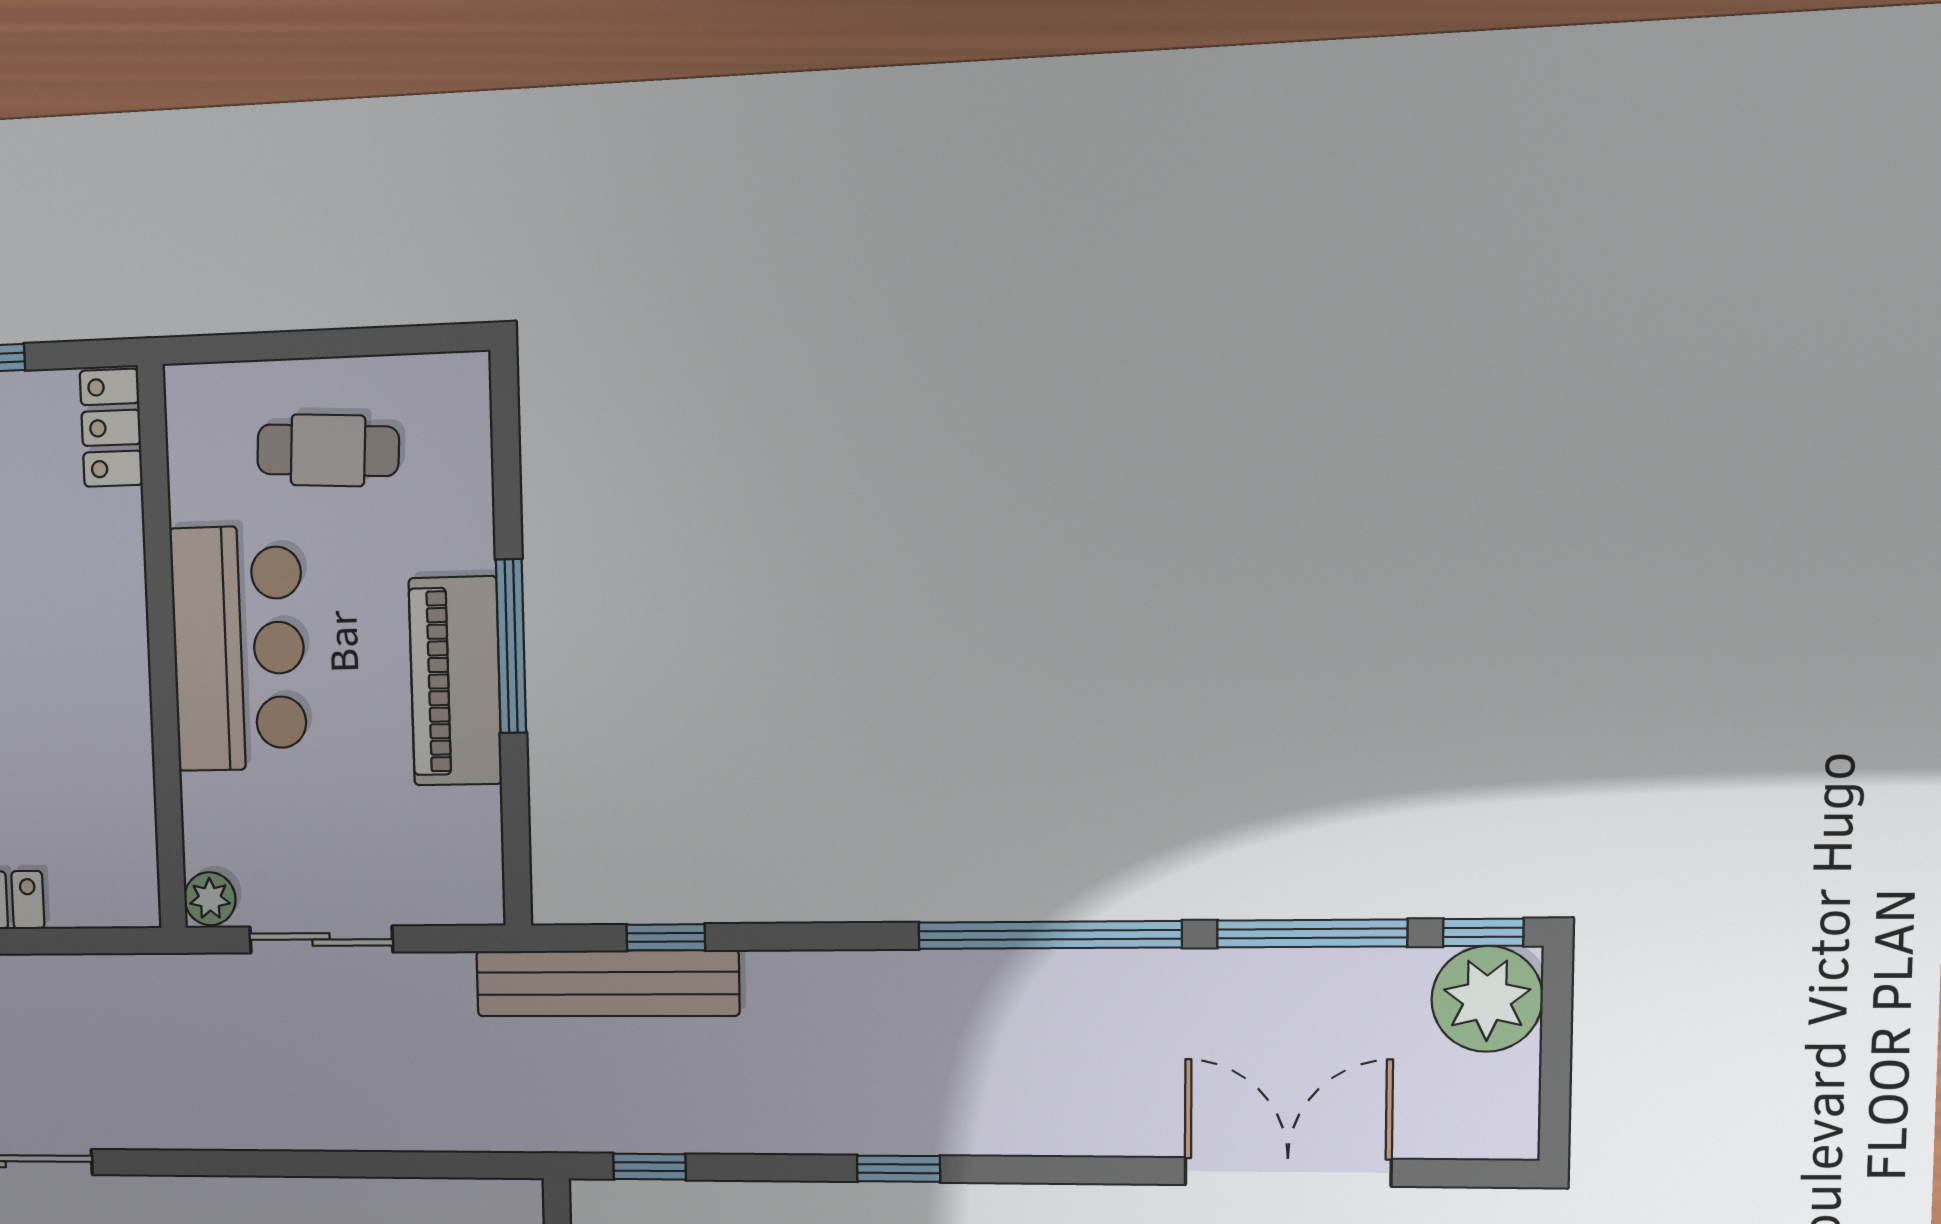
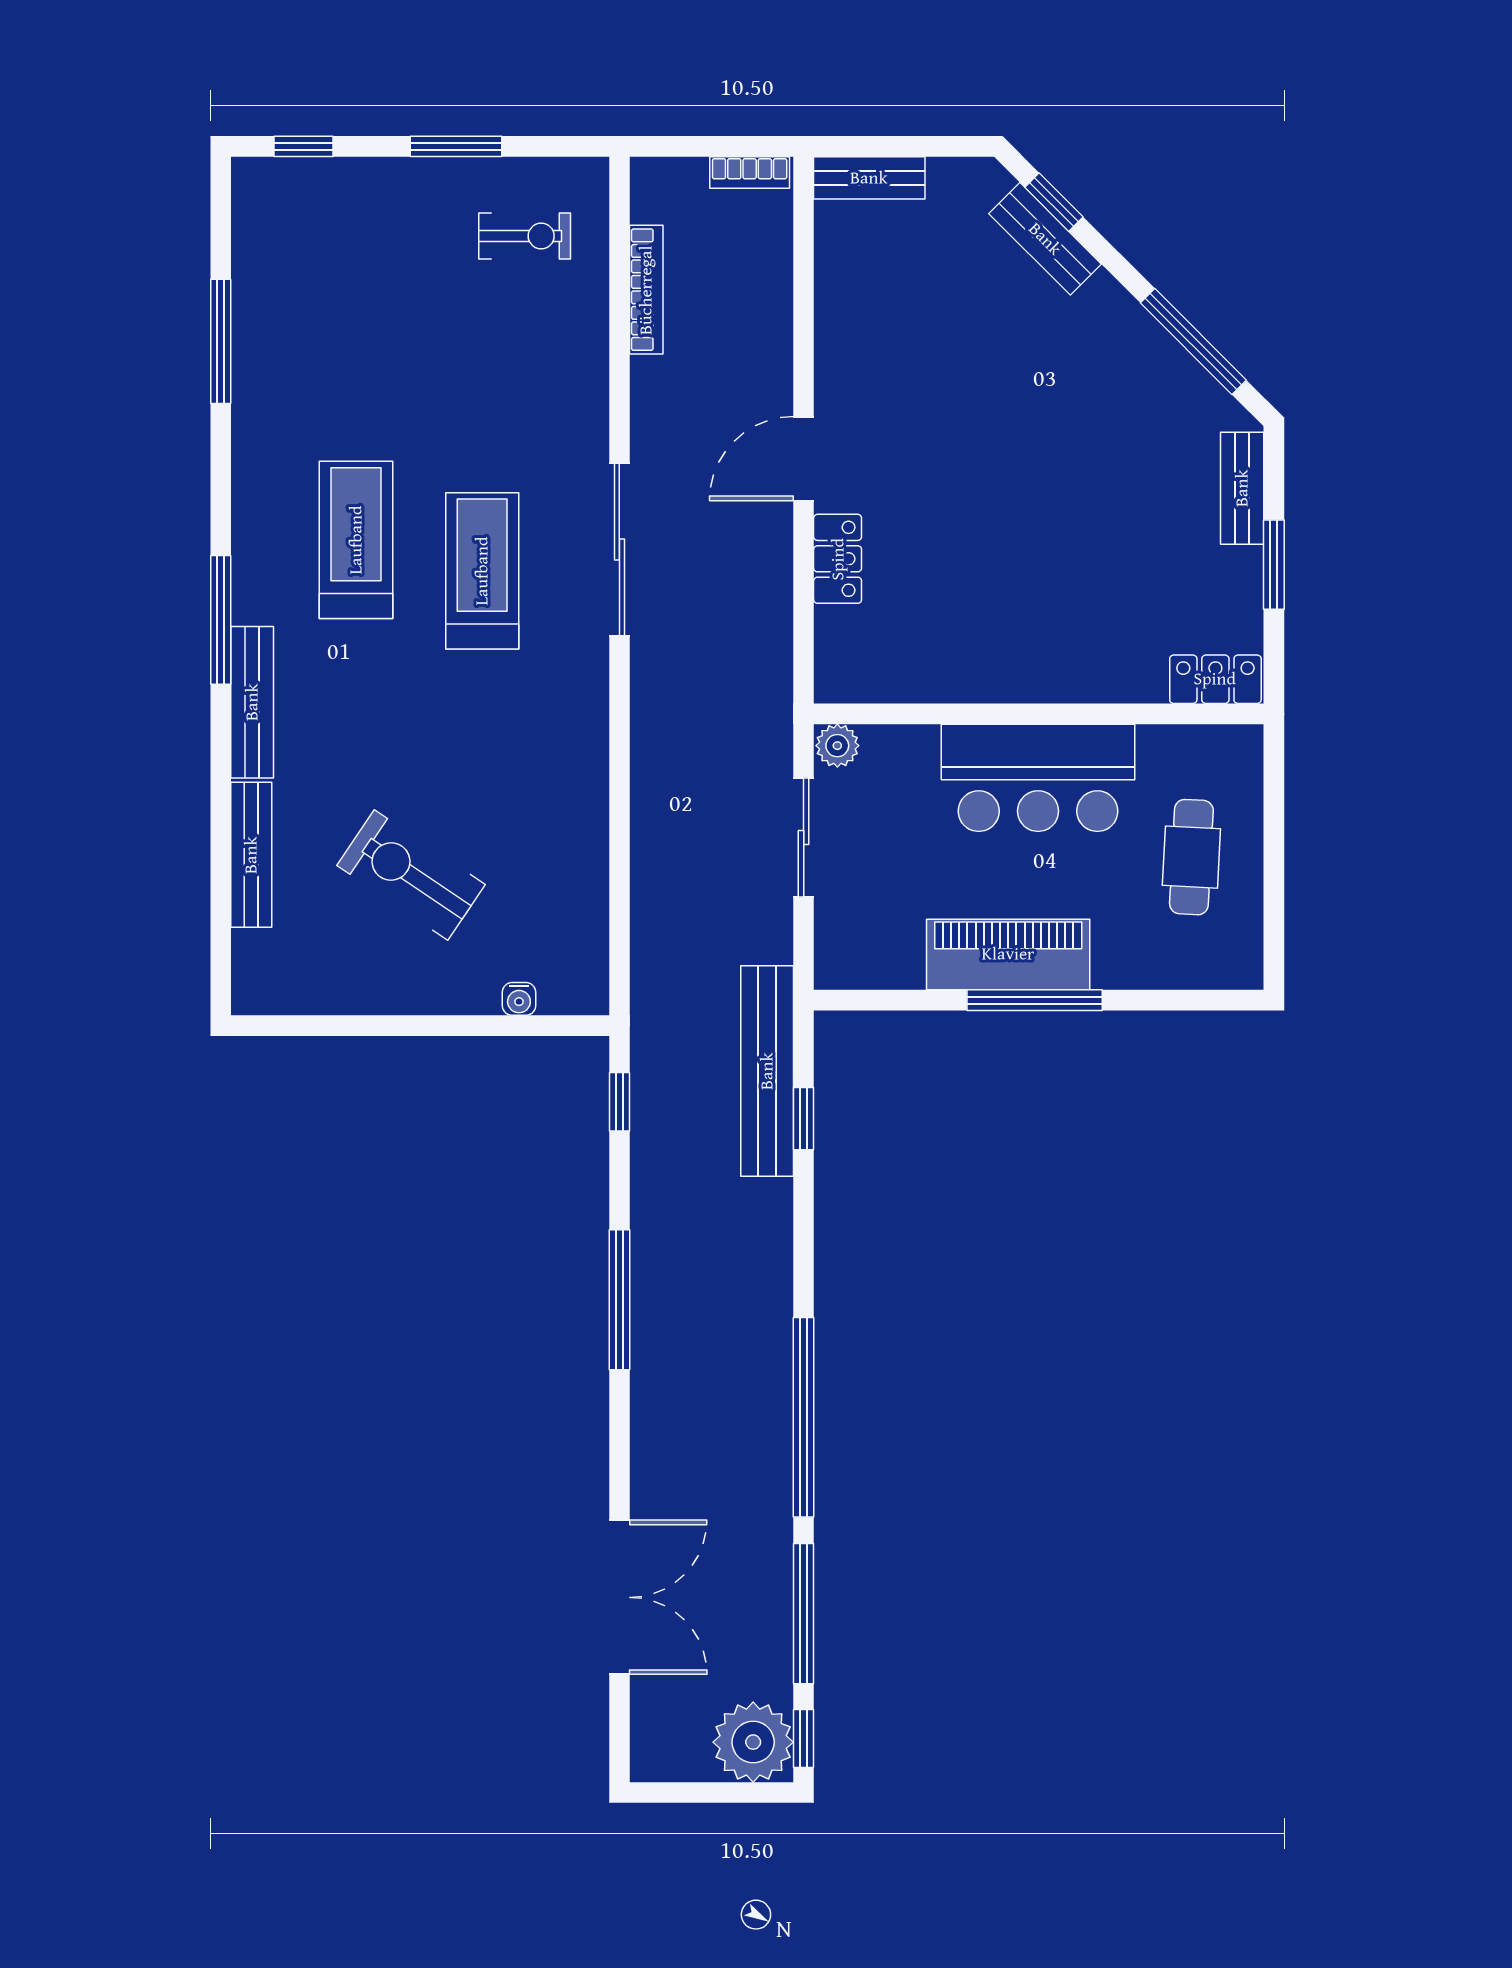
window: (898, 1169) -> (619, 1300), width x2.17

